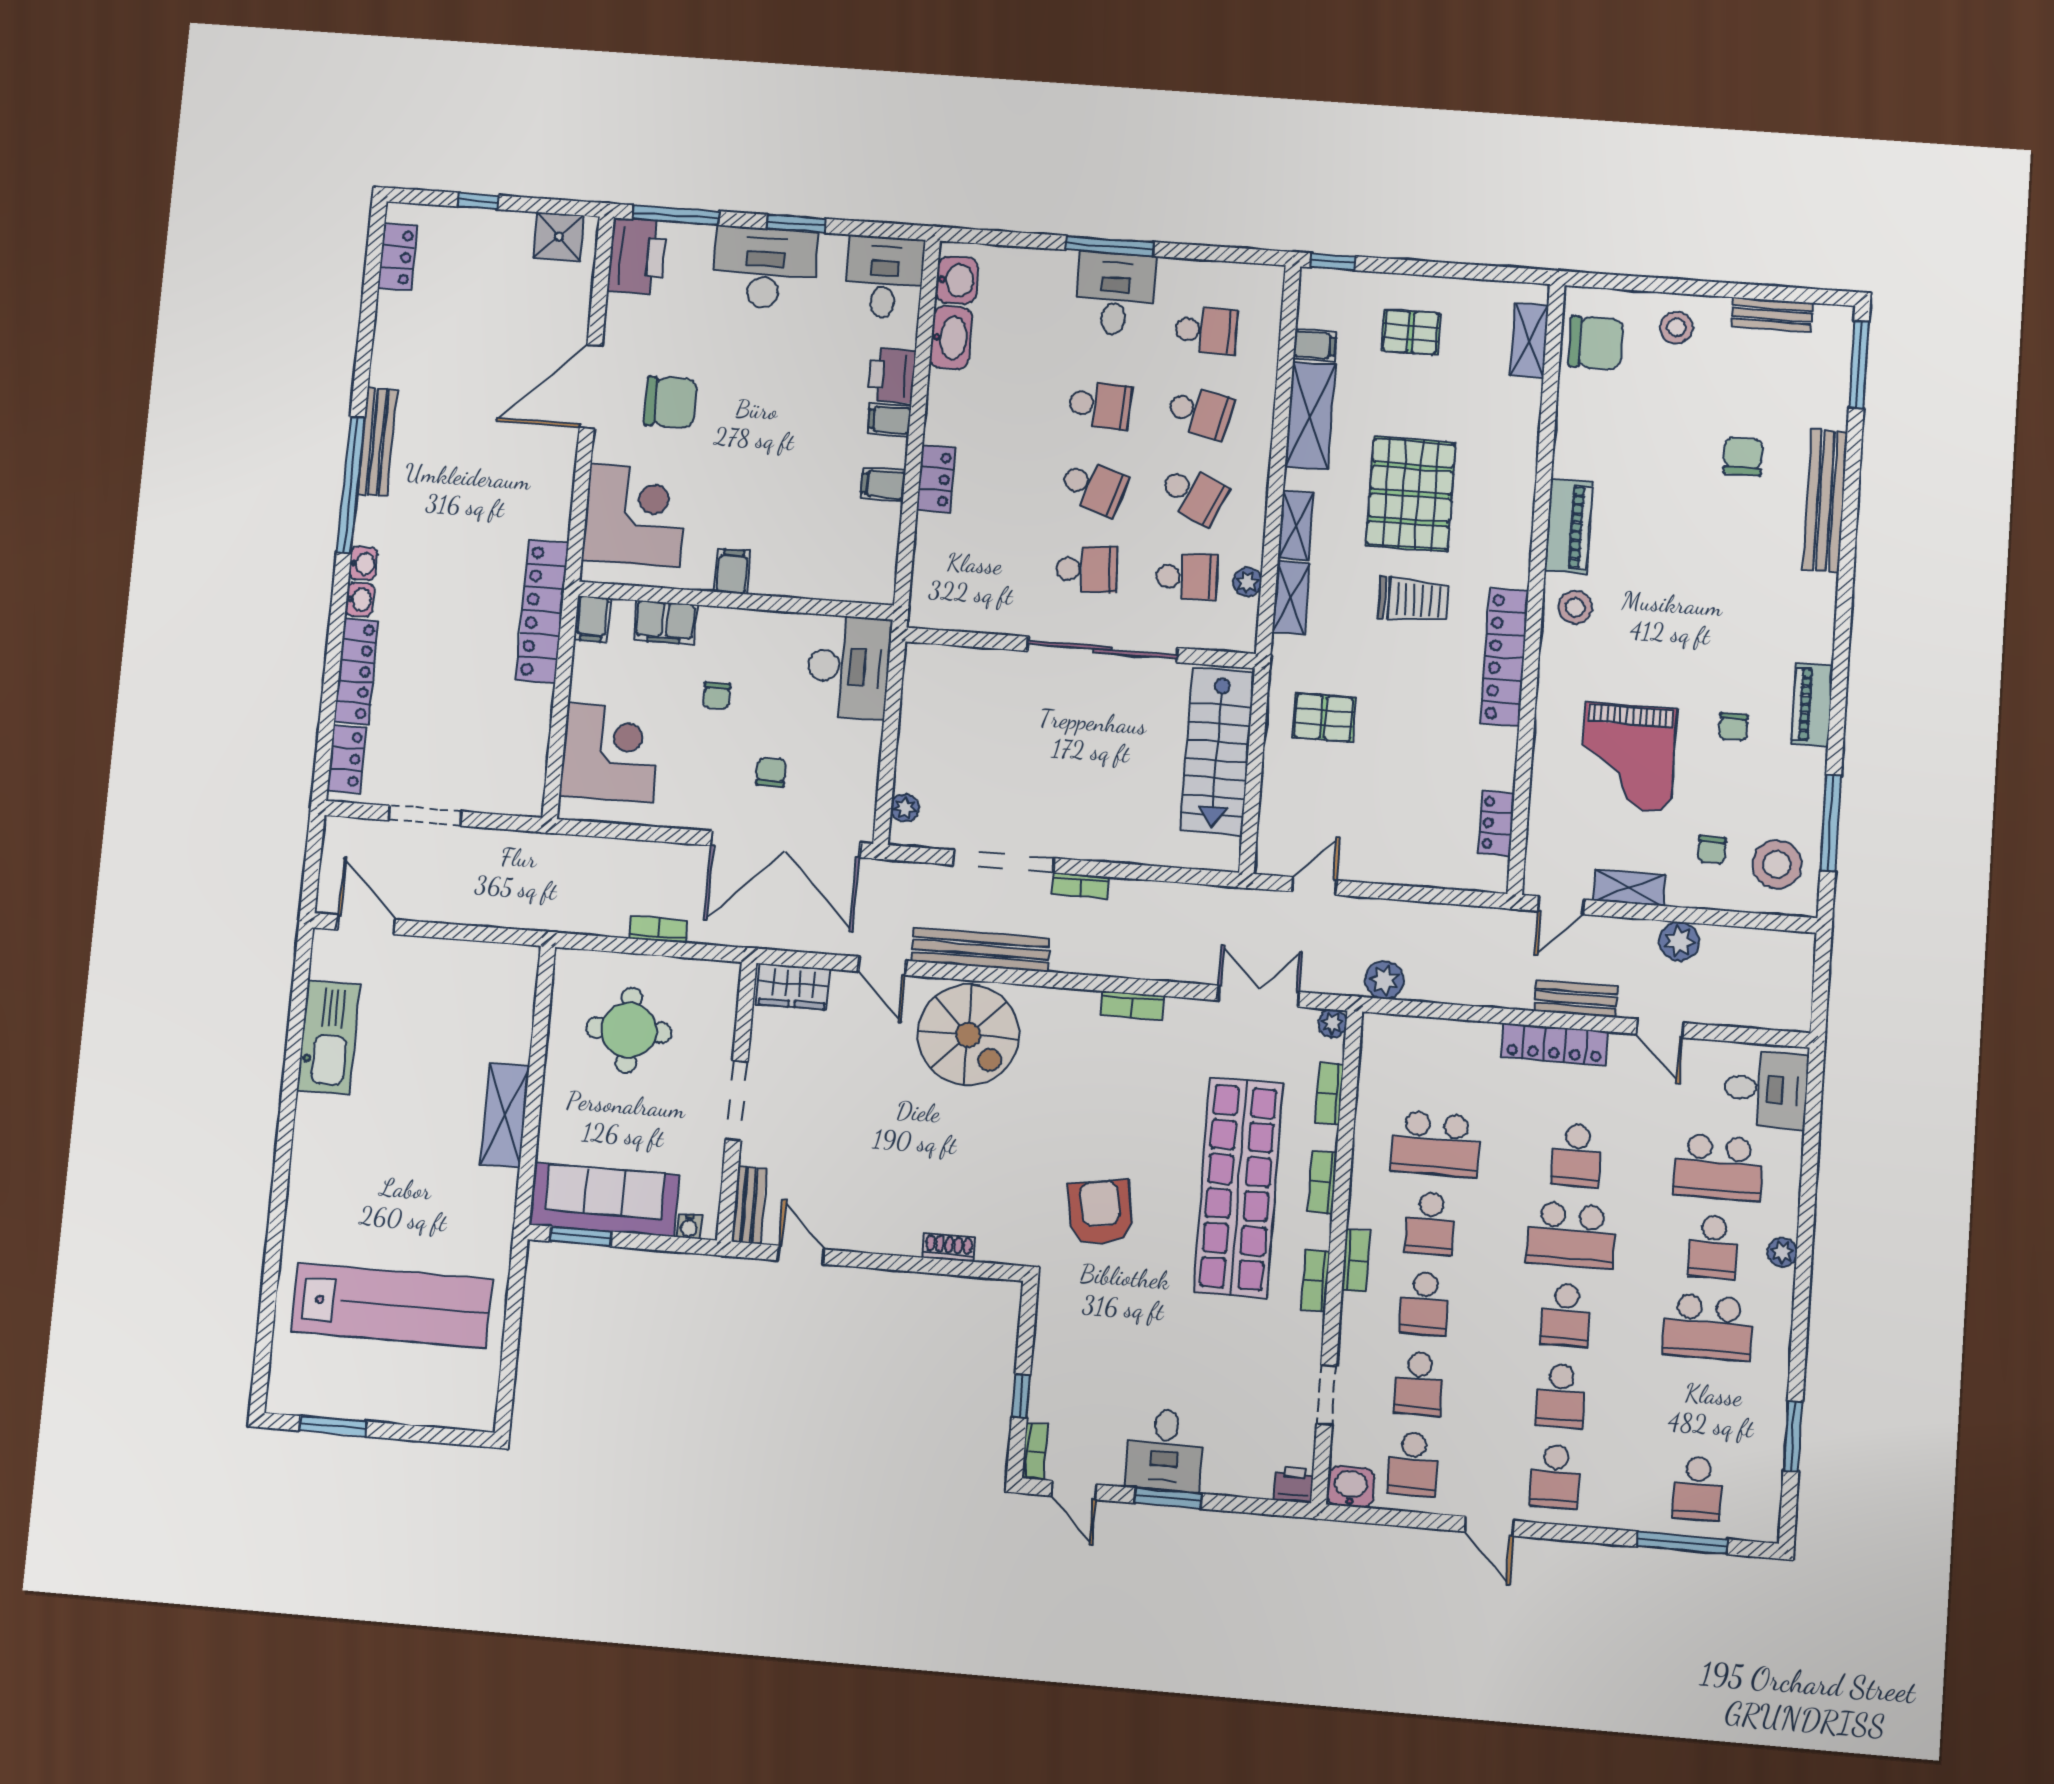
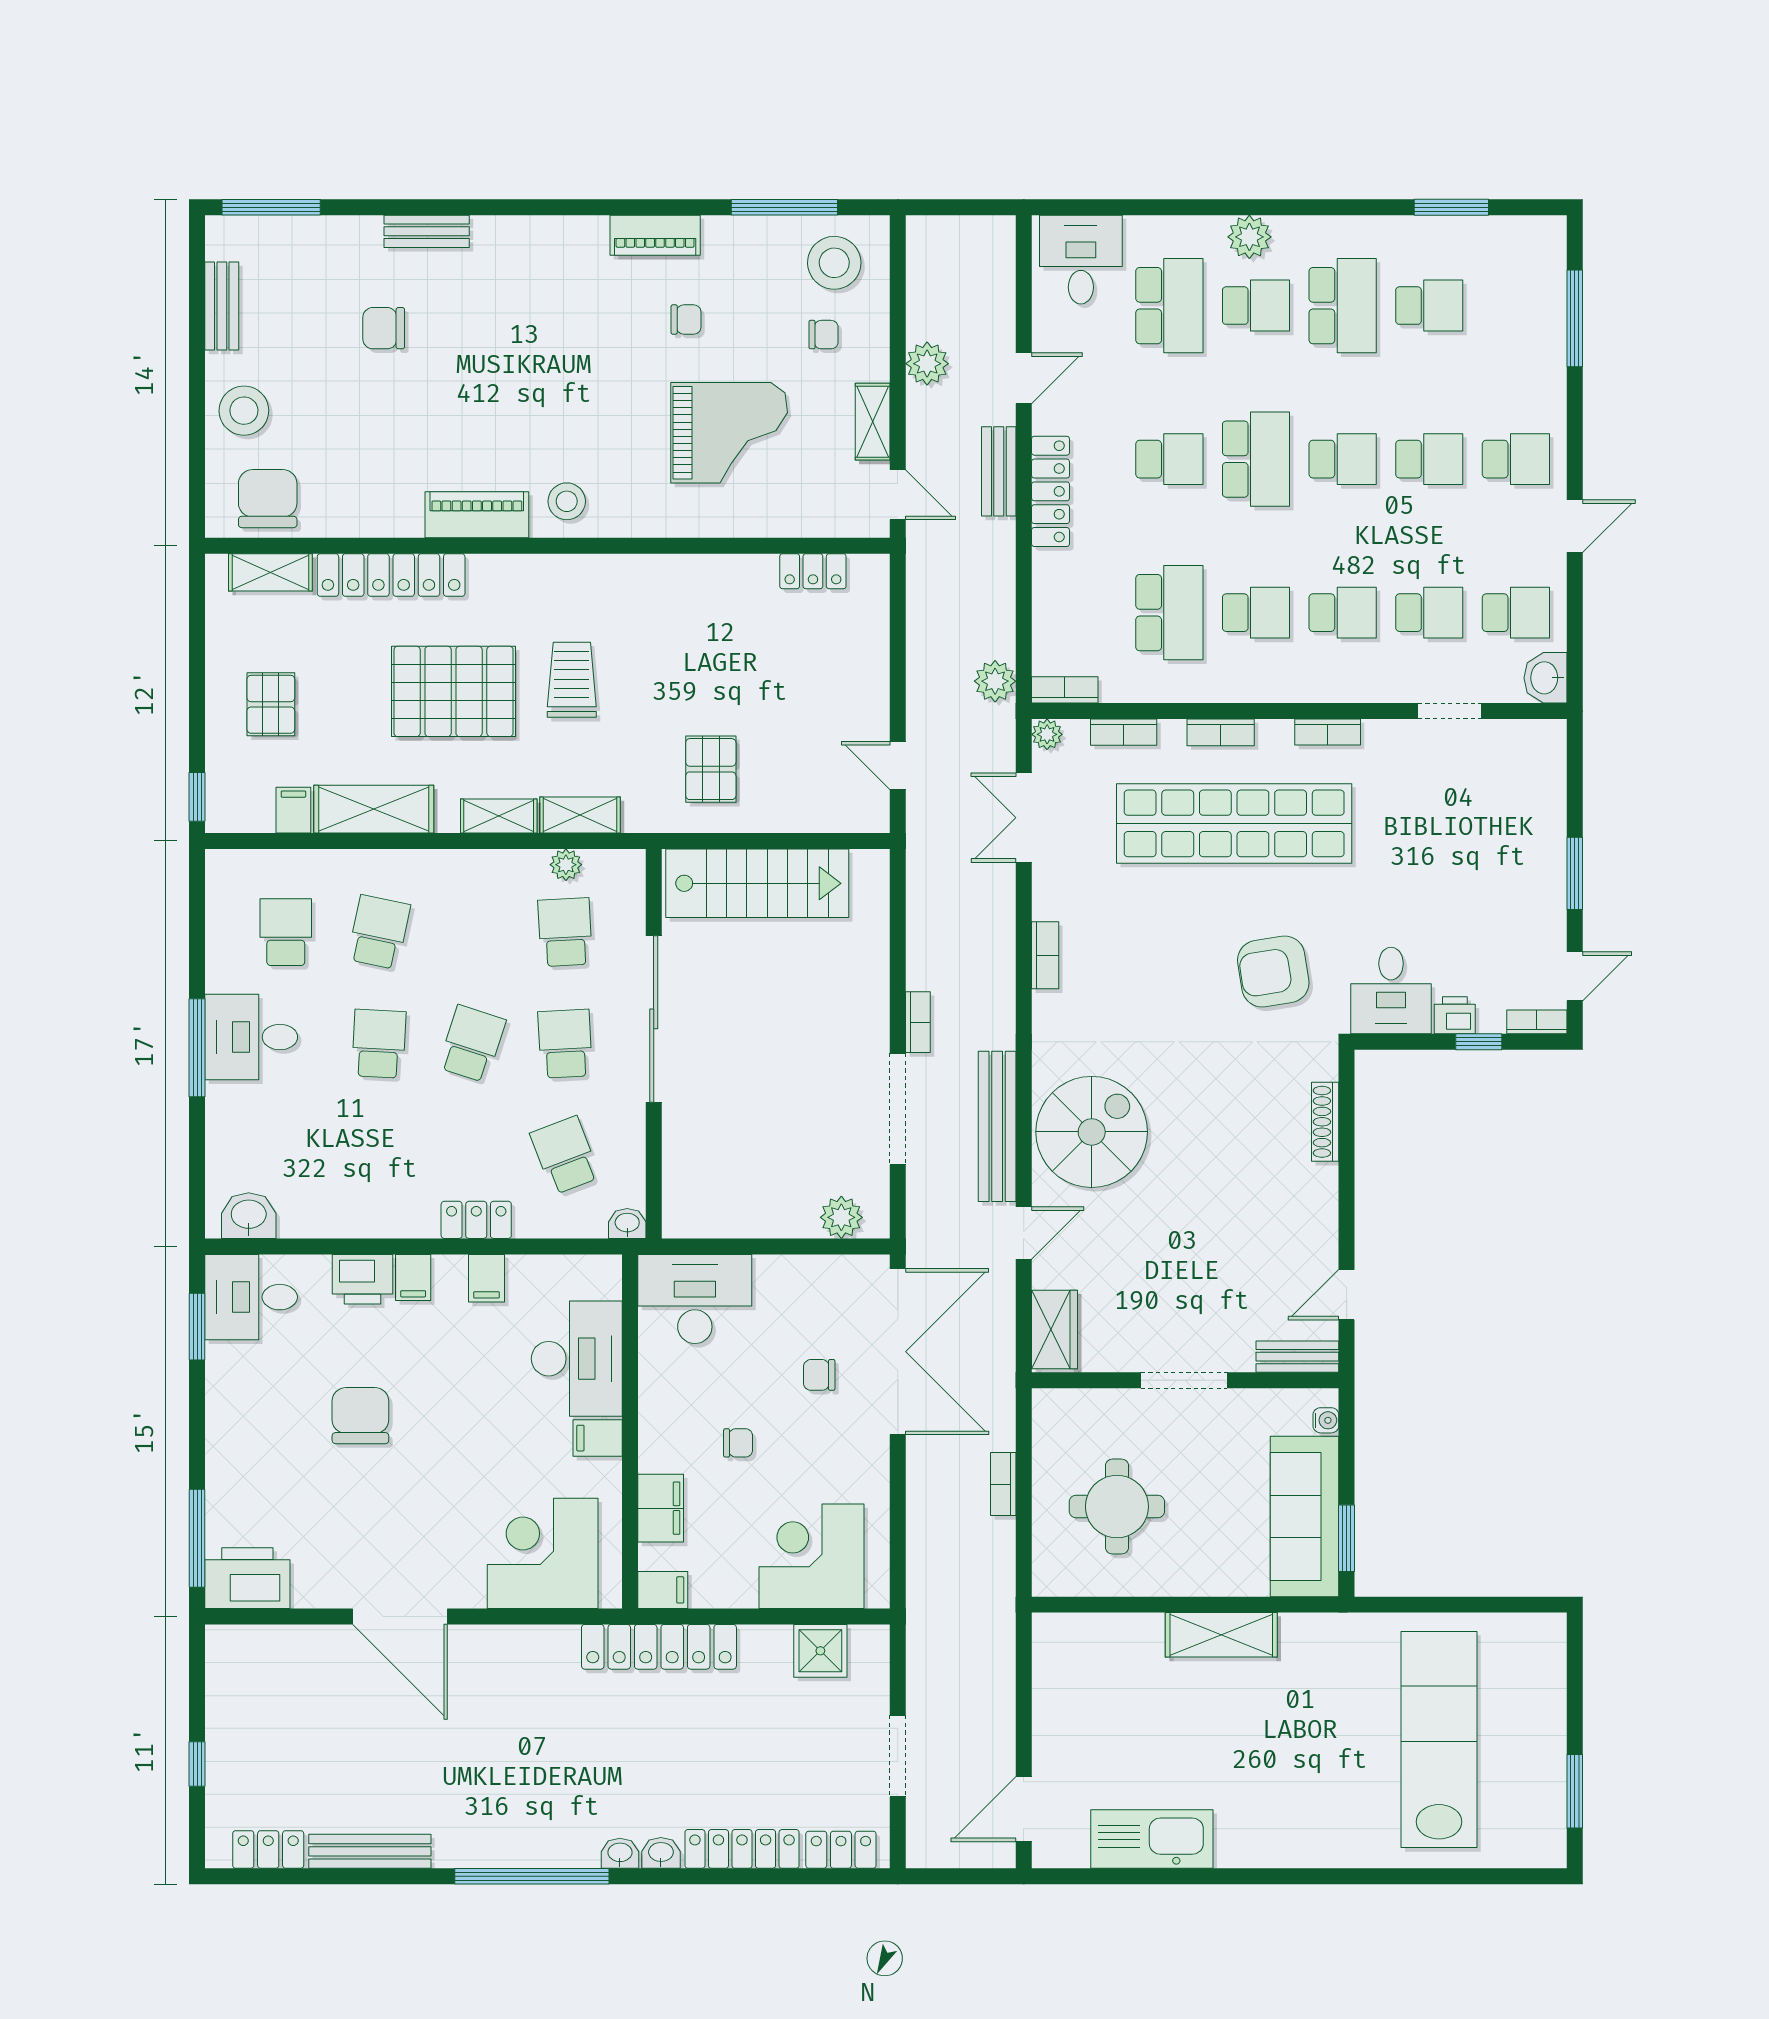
window: (796, 224) -> (197, 1327), moved
shower: (559, 237) -> (820, 1651), moved
desk: (765, 268) -> (577, 1359), moved, turned 180
stool: (1676, 328) -> (244, 411), width x1.38, depth x1.38
washbasin: (951, 338) -> (627, 1223), moved, width x0.52, depth x0.69
chair: (671, 402) -> (360, 1416), moved
bench: (377, 442) -> (370, 1851), moved
school desk: (1193, 494) -> (565, 1155), moved, turned -45
bench: (1825, 501) -> (427, 231), width x0.54, depth x0.82
locker: (1505, 657) -> (391, 575), moved
plant: (905, 808) -> (841, 1217), width x1.38, depth x1.38
shoe rack: (949, 1248) -> (1325, 1122), width x1.43
plant: (1782, 1252) -> (1249, 237), width x1.38, depth x1.38
bookcase: (1356, 1261) -> (1065, 690), moved
desk: (1165, 1450) -> (1391, 990), moved, turned 90
printer: (1294, 1484) -> (1455, 1015), moved, turned 90
school desk: (1698, 1489) -> (1429, 306), moved

